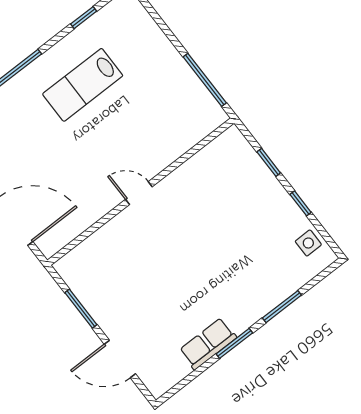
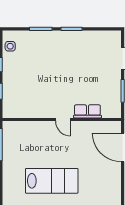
lab bench: (83, 85) -> (52, 181), width x1.36, depth x1.39
row of seats: (208, 344) -> (87, 111), moved, turned 180

